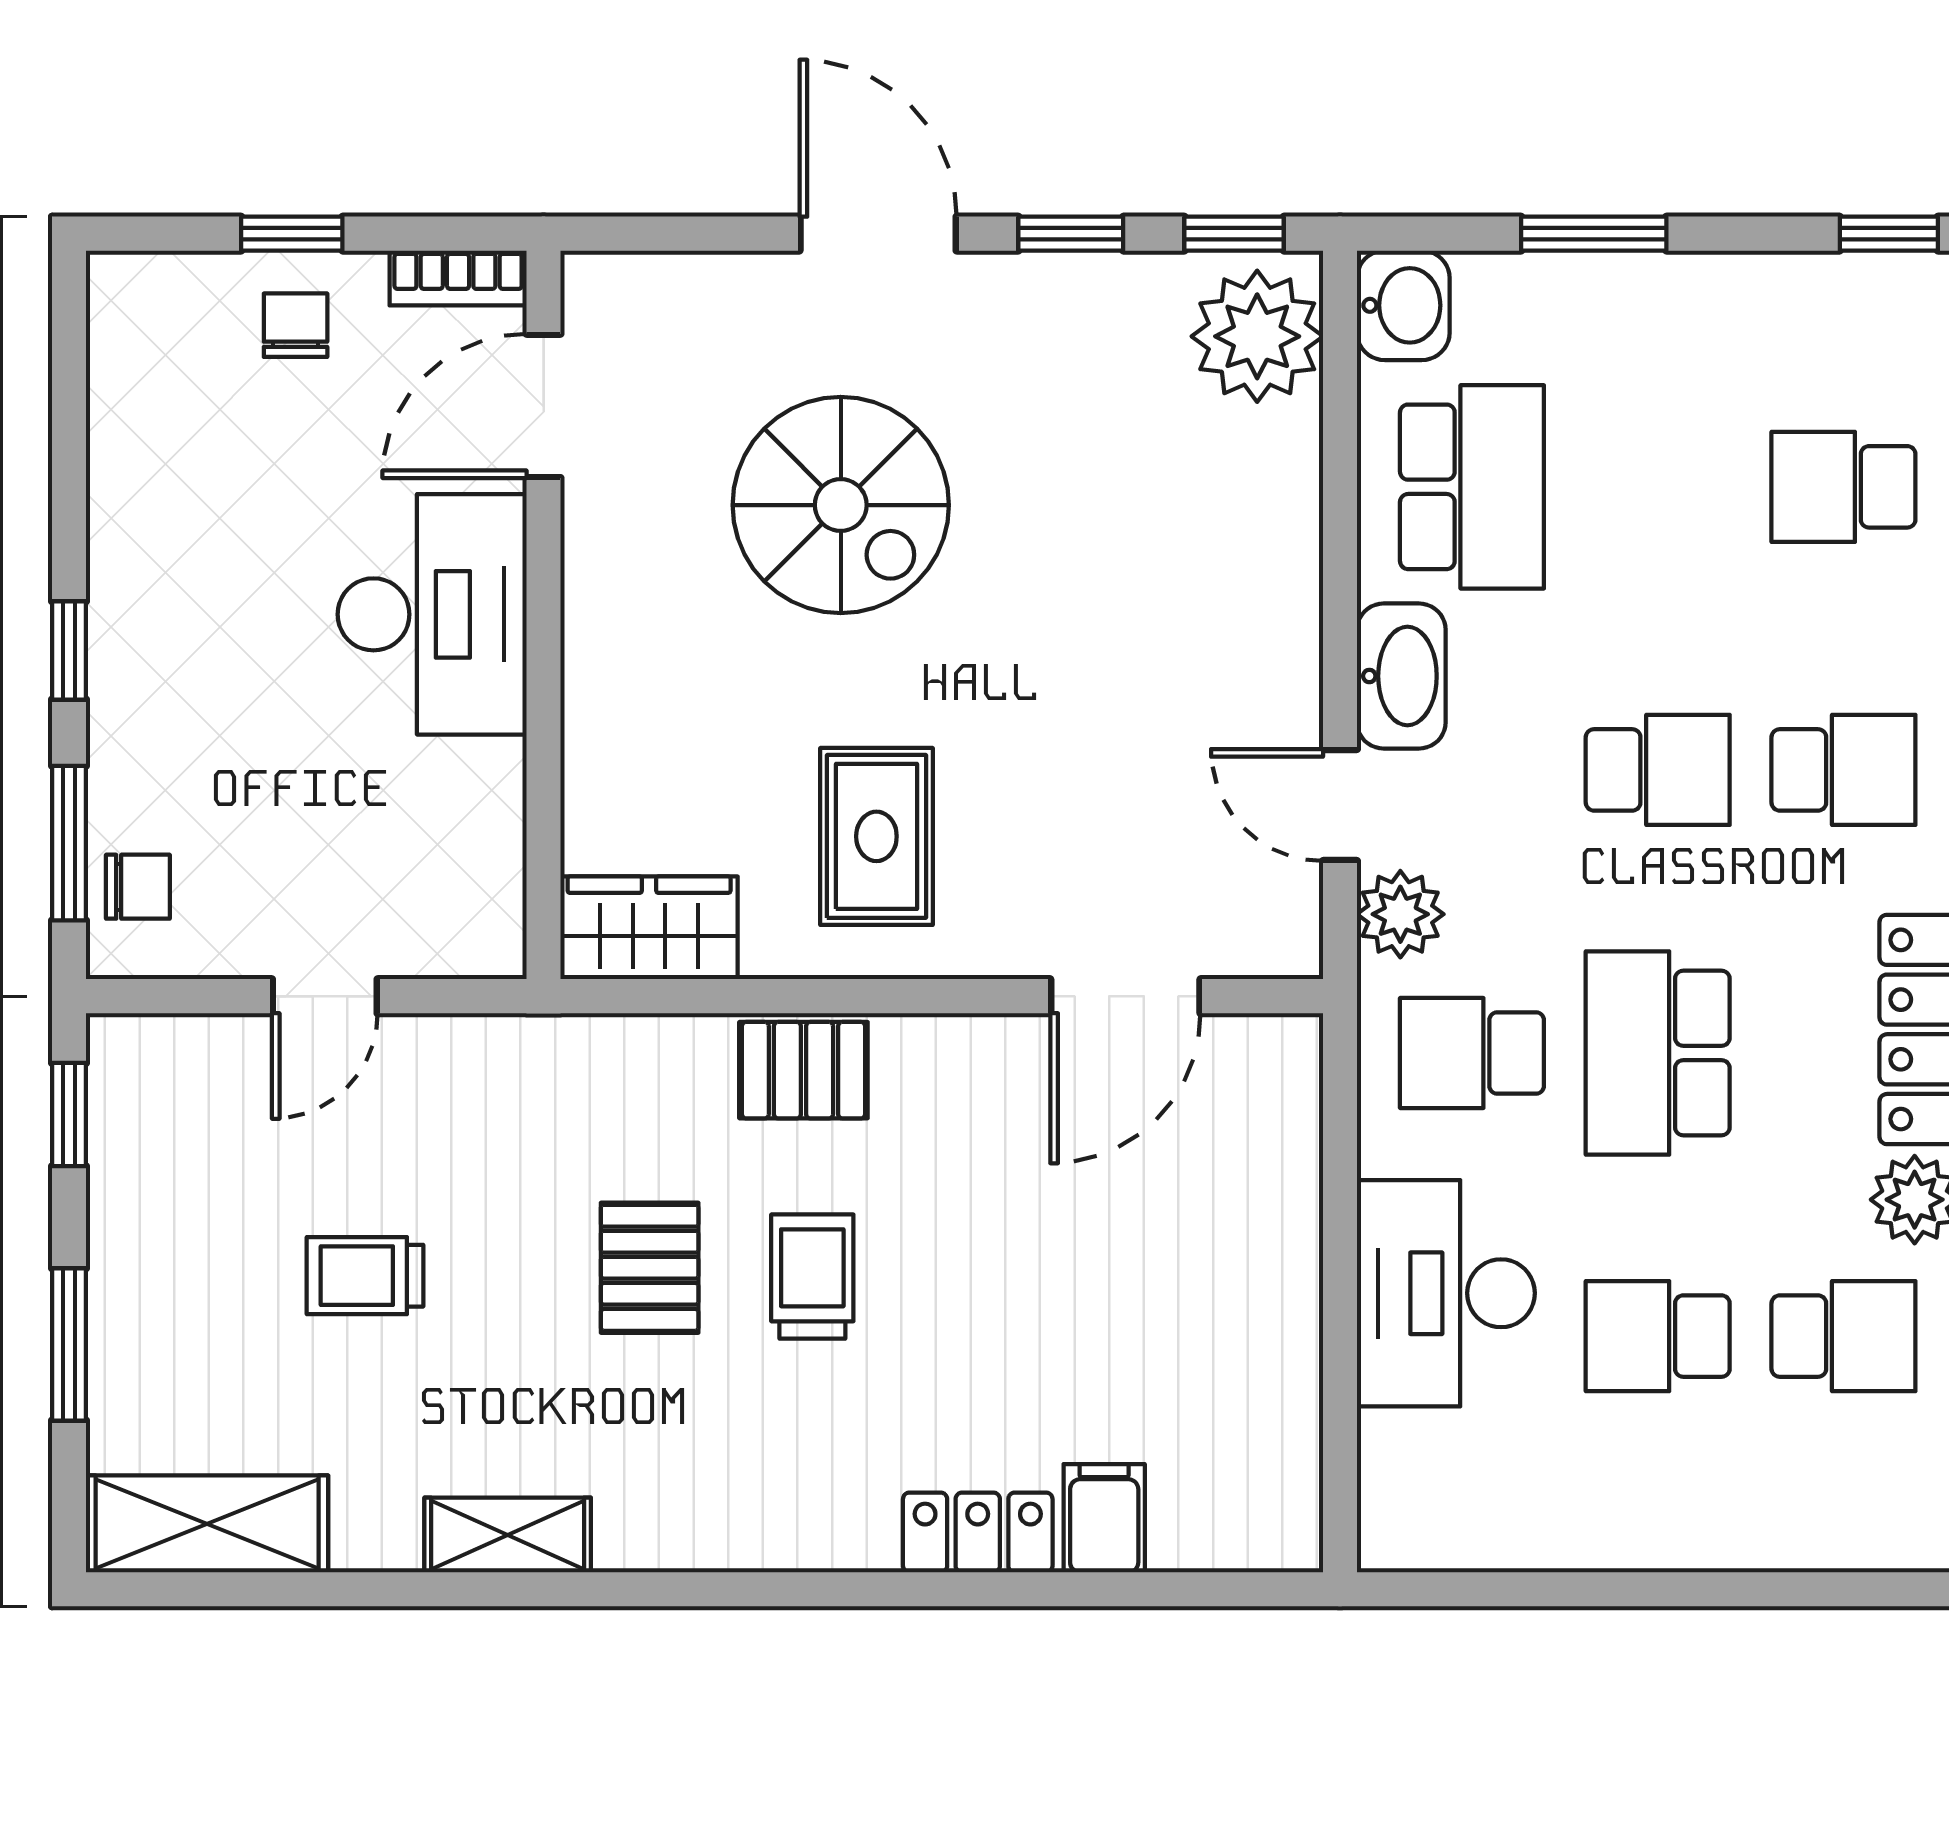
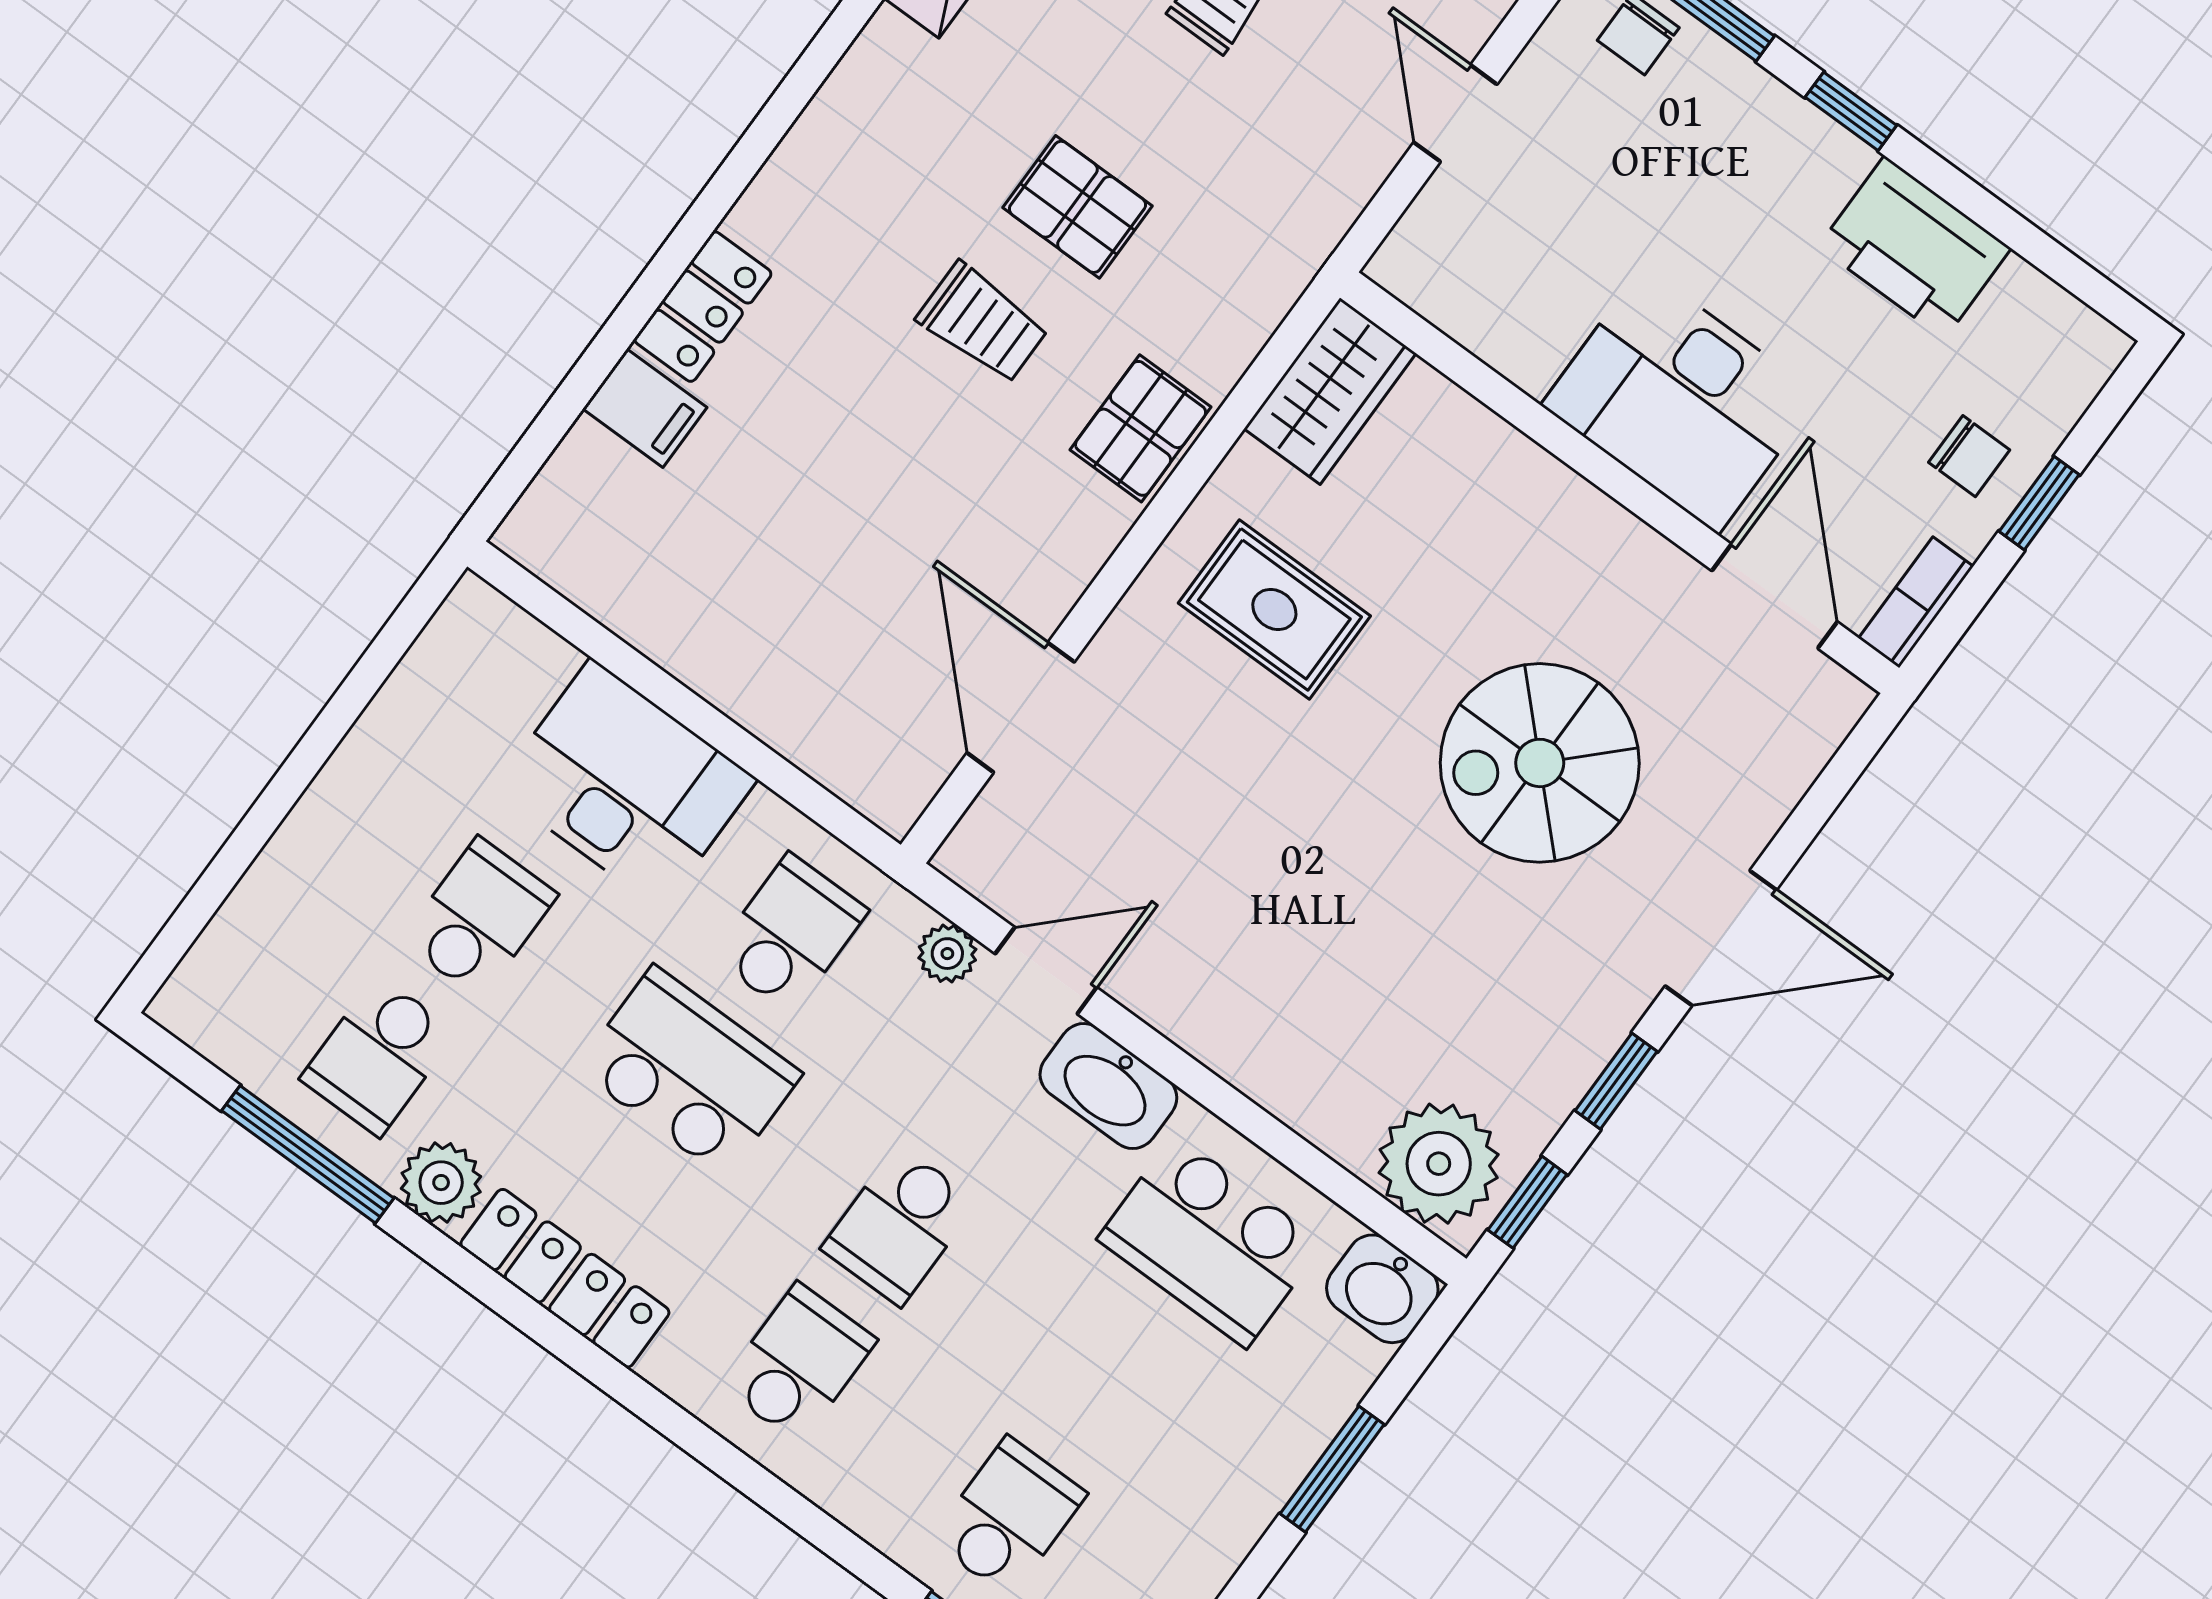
printer: (148, 507) -> (1915, 247), added
school desk: (1843, 770) -> (799, 1363), turned 180
plant: (1400, 914) -> (947, 954), width x0.73, depth x0.73

